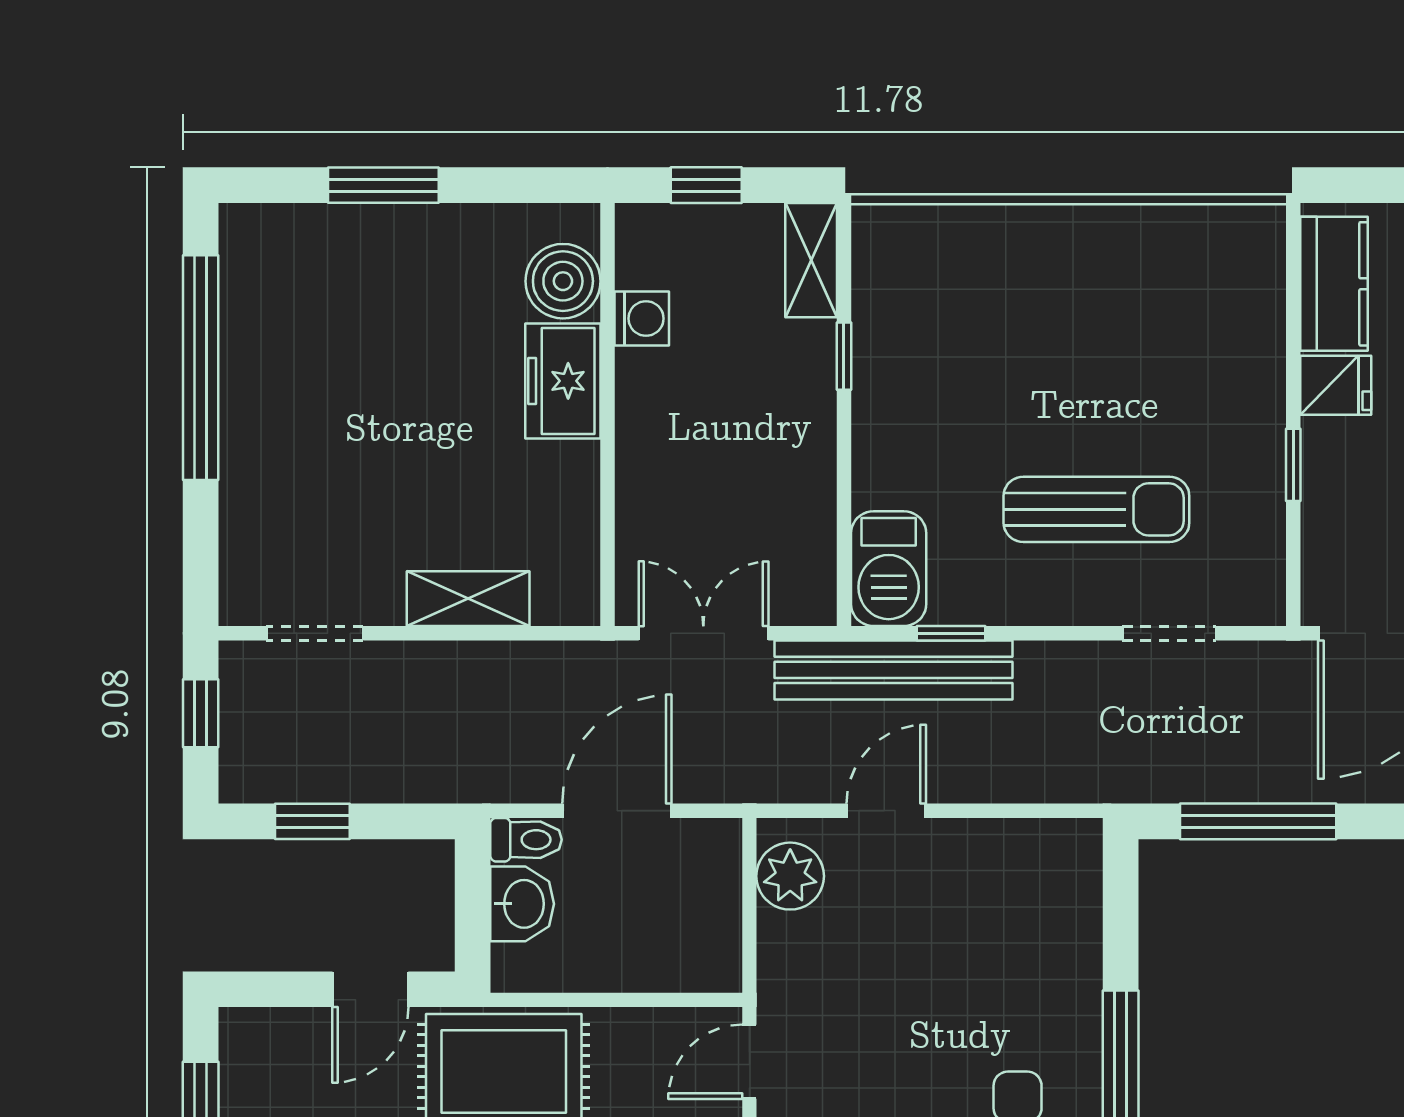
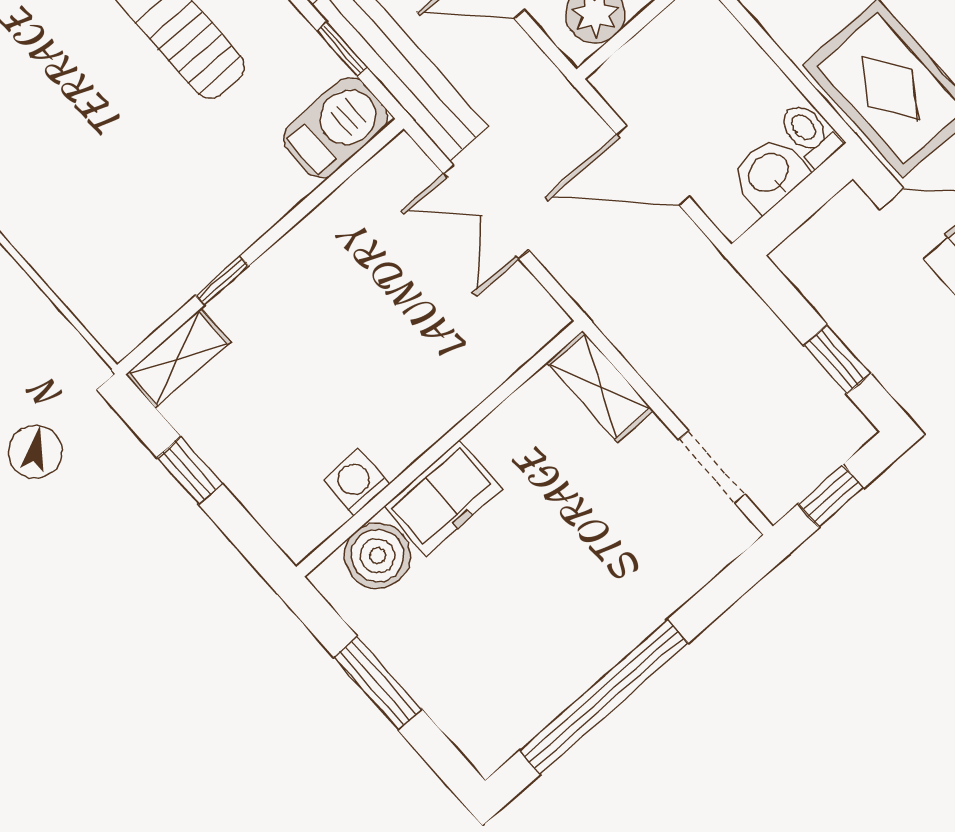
boiler: (563, 281) -> (377, 556), moved
washing machine: (642, 319) -> (356, 482), moved
freezer: (563, 381) -> (443, 498), moved
wall: (607, 415) -> (439, 449), moved
toilet: (526, 840) -> (809, 134), moved

